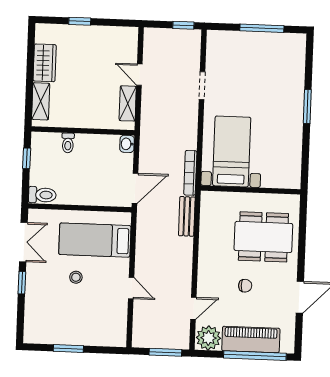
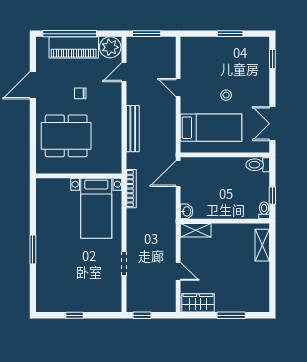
window: (80, 21) -> (231, 315), width x1.50
window: (262, 28) -> (74, 315), width x0.46
wardrobe: (45, 63) -> (198, 303), moved, turned 90
shelving: (128, 103) -> (196, 230), moved, turned 90
toilet: (68, 143) -> (264, 210), moved
bench: (187, 216) -> (133, 129), moved, width x1.36
window: (22, 283) -> (272, 59), moved

